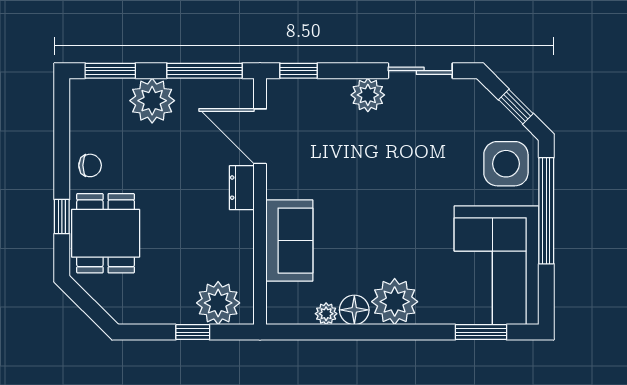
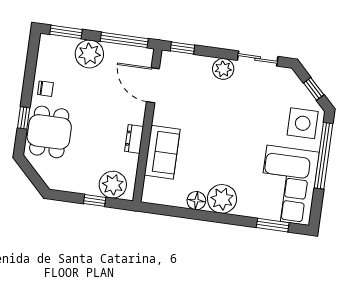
dresser: (242, 188) -> (134, 139), moved
plant: (326, 314) -> (179, 201), removed

